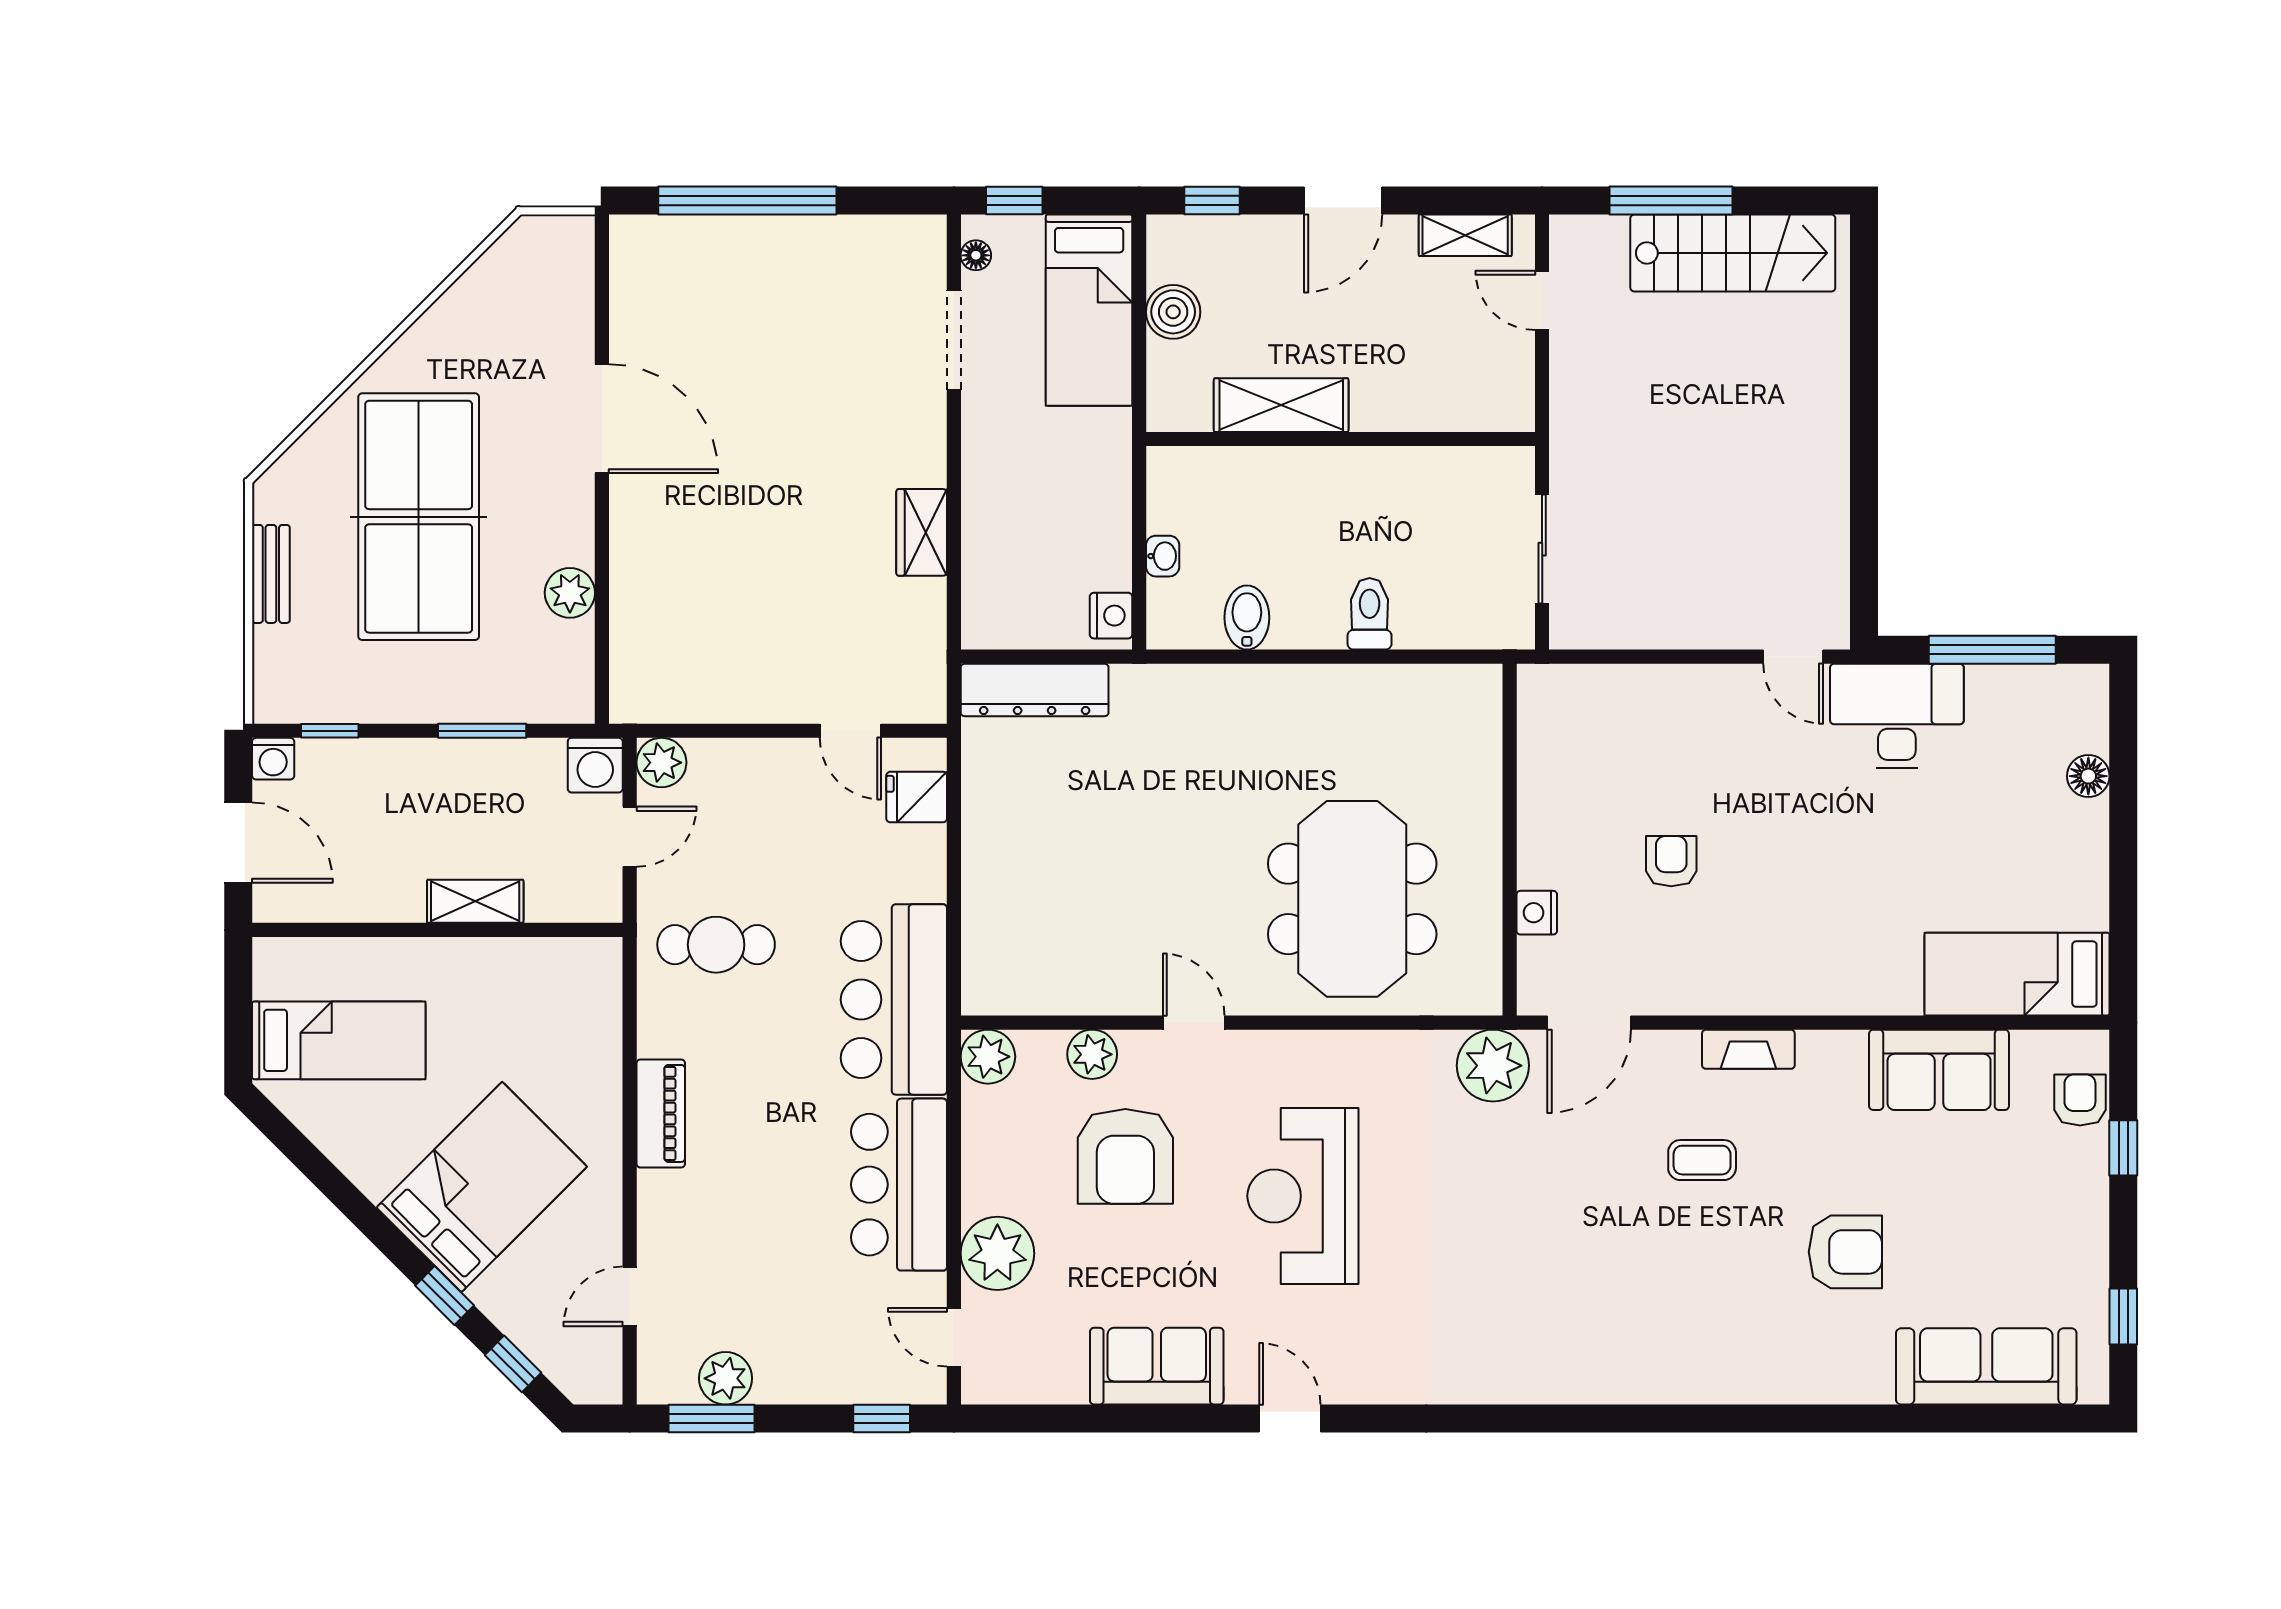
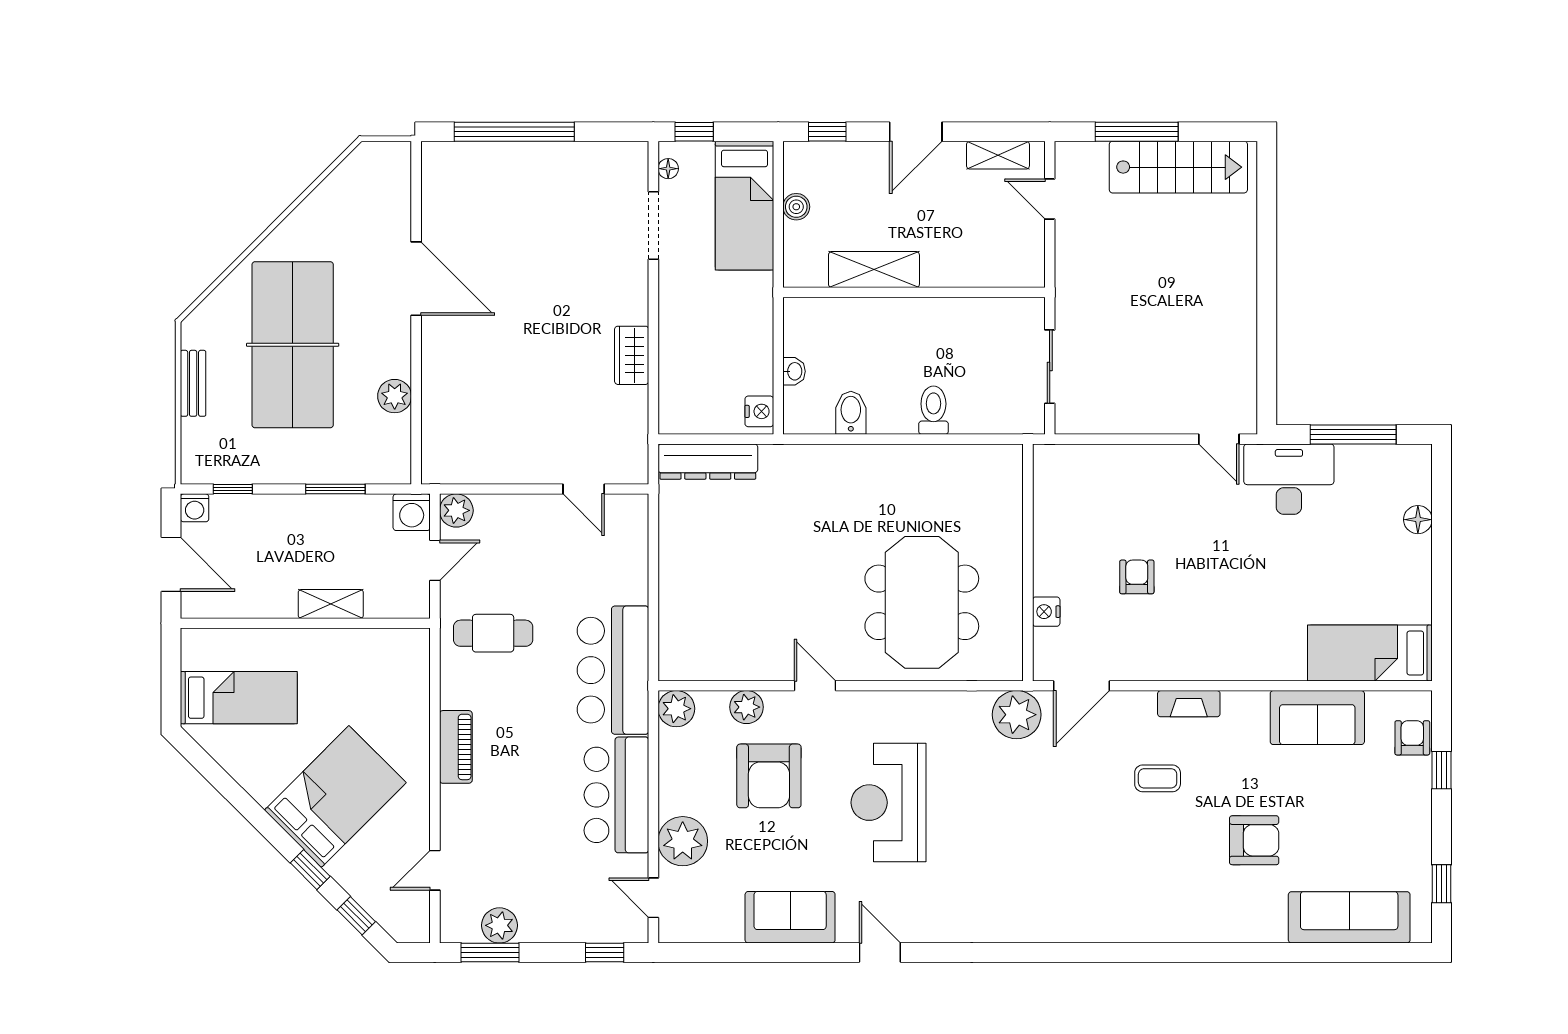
boiler: (1173, 312) -> (796, 207), width x0.73, depth x0.73
fridge: (917, 797) -> (628, 534), removed

